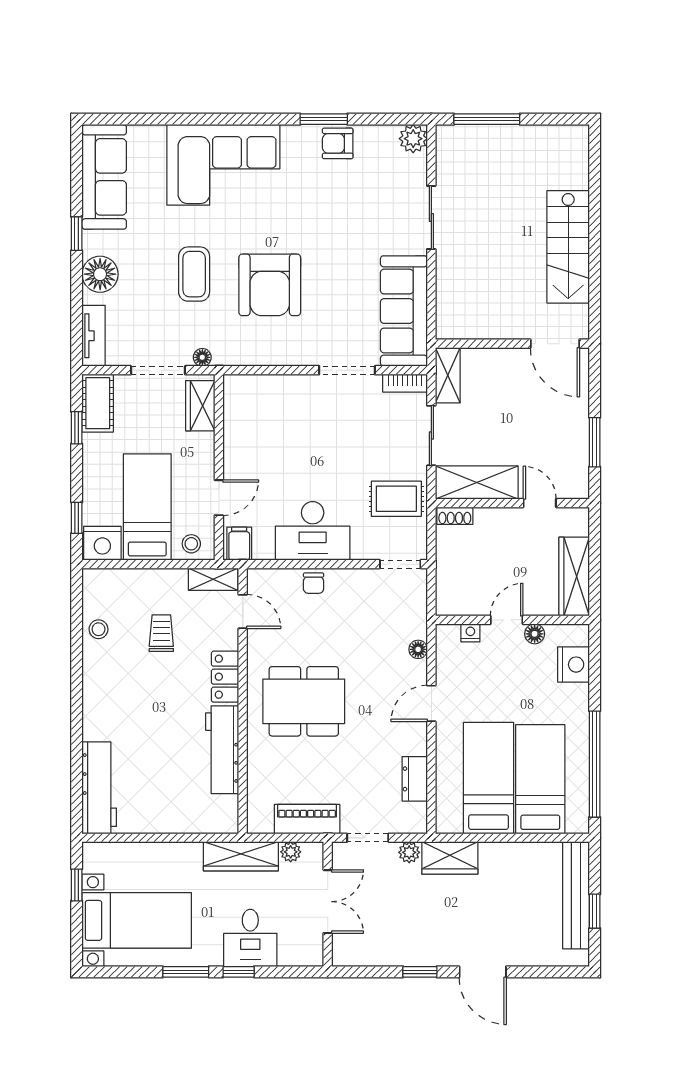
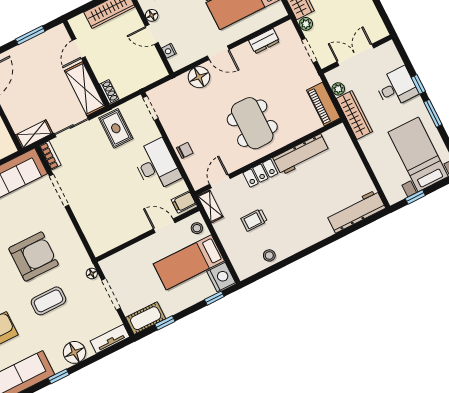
wardrobe: (200, 406) -> (119, 261), removed
floor lamp: (418, 649) -> (199, 77), width x1.89, depth x1.89
piano: (307, 819) -> (323, 104), moved

